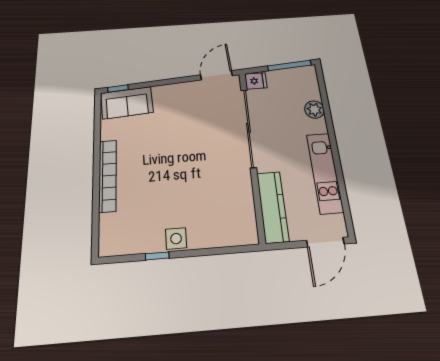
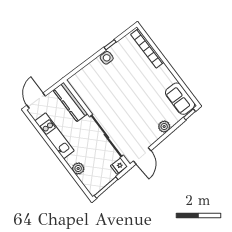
plant: (162, 93) -> (164, 127), added
sofa: (127, 103) -> (180, 99), moved, turned -86
bookcase: (108, 175) -> (147, 48), moved

